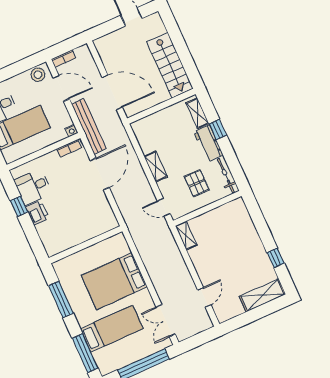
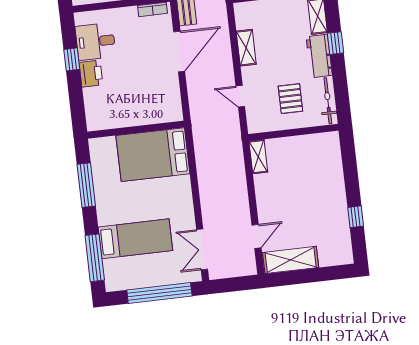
shelving: (156, 167) -> (246, 48), moved
door: (164, 207) -> (240, 96), moved
bed: (114, 281) -> (153, 155), moved
shelving: (262, 295) -> (291, 260), moved

